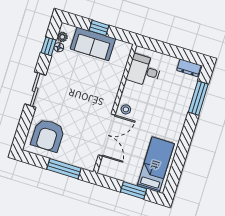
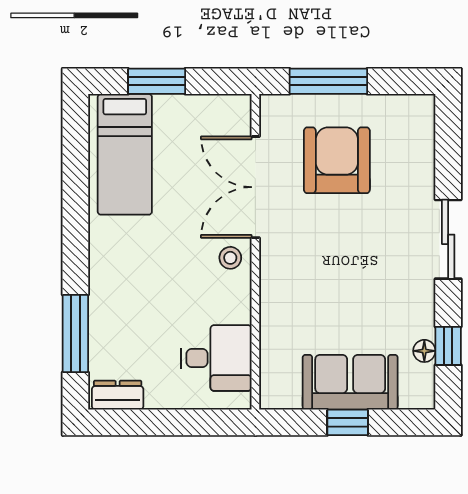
plant: (62, 37) -> (423, 377), removed
armchair: (48, 135) -> (337, 160), moved

